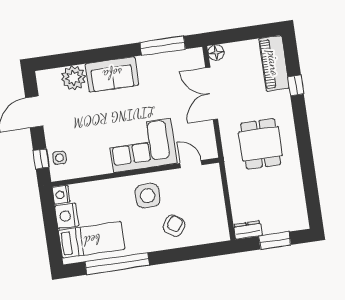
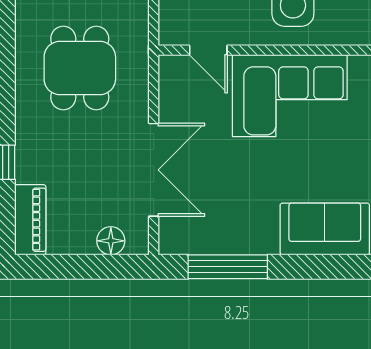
floor lamp: (216, 53) -> (111, 241), moved
piano: (274, 63) -> (30, 220), width x0.73, depth x0.75

